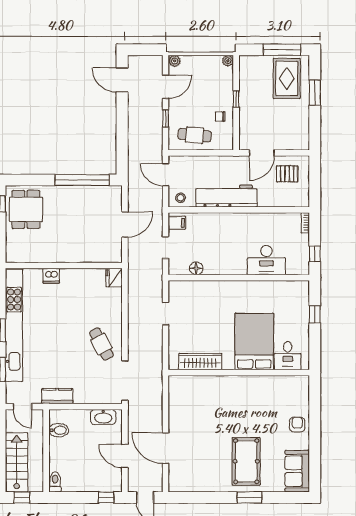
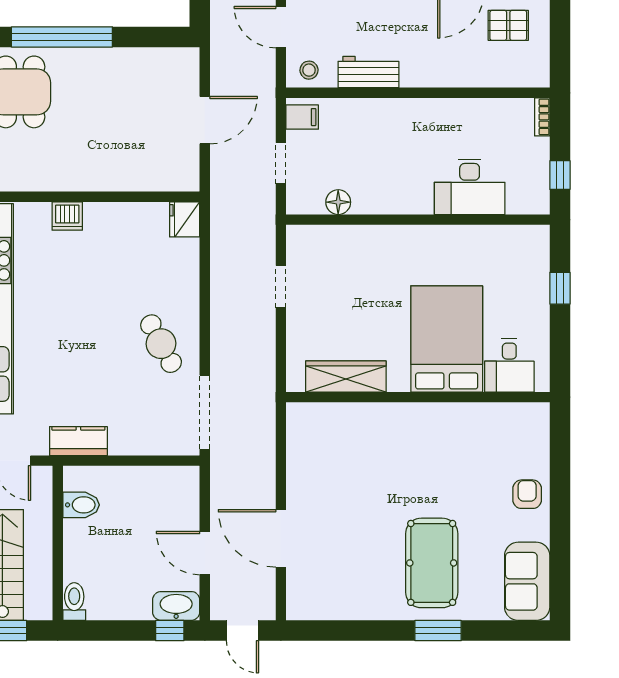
window: (82, 180) -> (62, 37), moved
workbench: (227, 196) -> (368, 72), width x0.53, depth x0.76
washbasin: (103, 417) -> (176, 606), moved, turned 180

